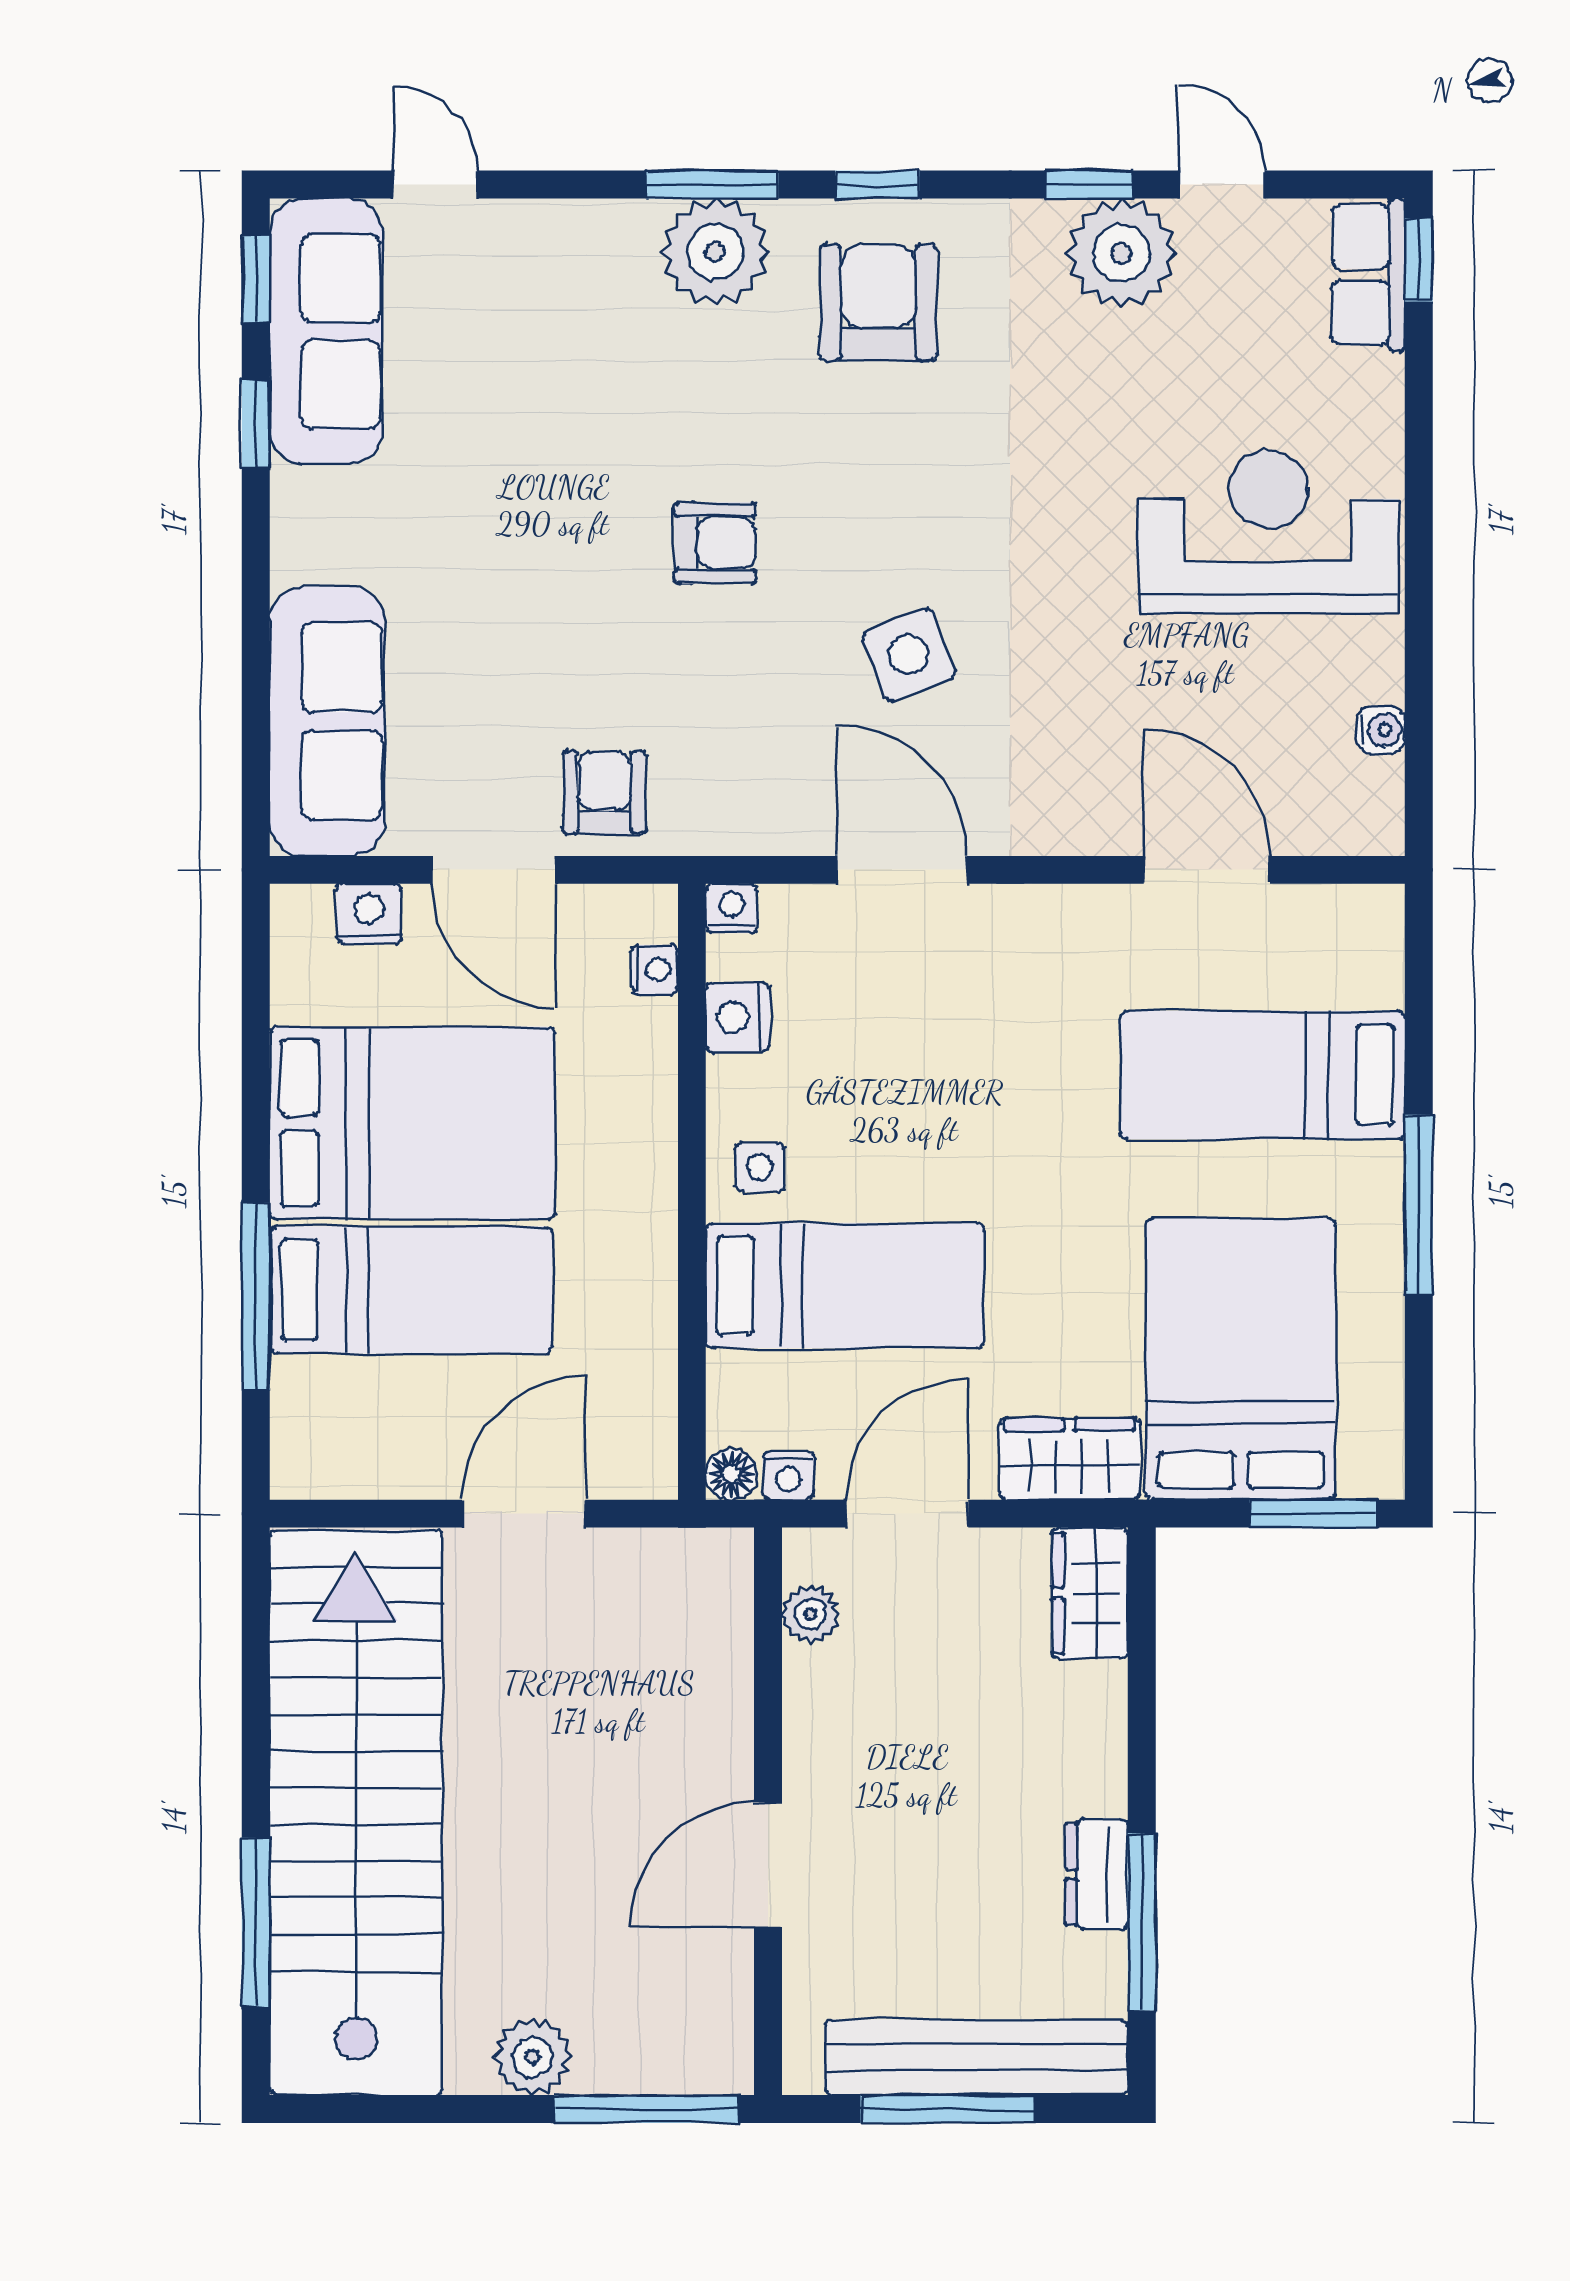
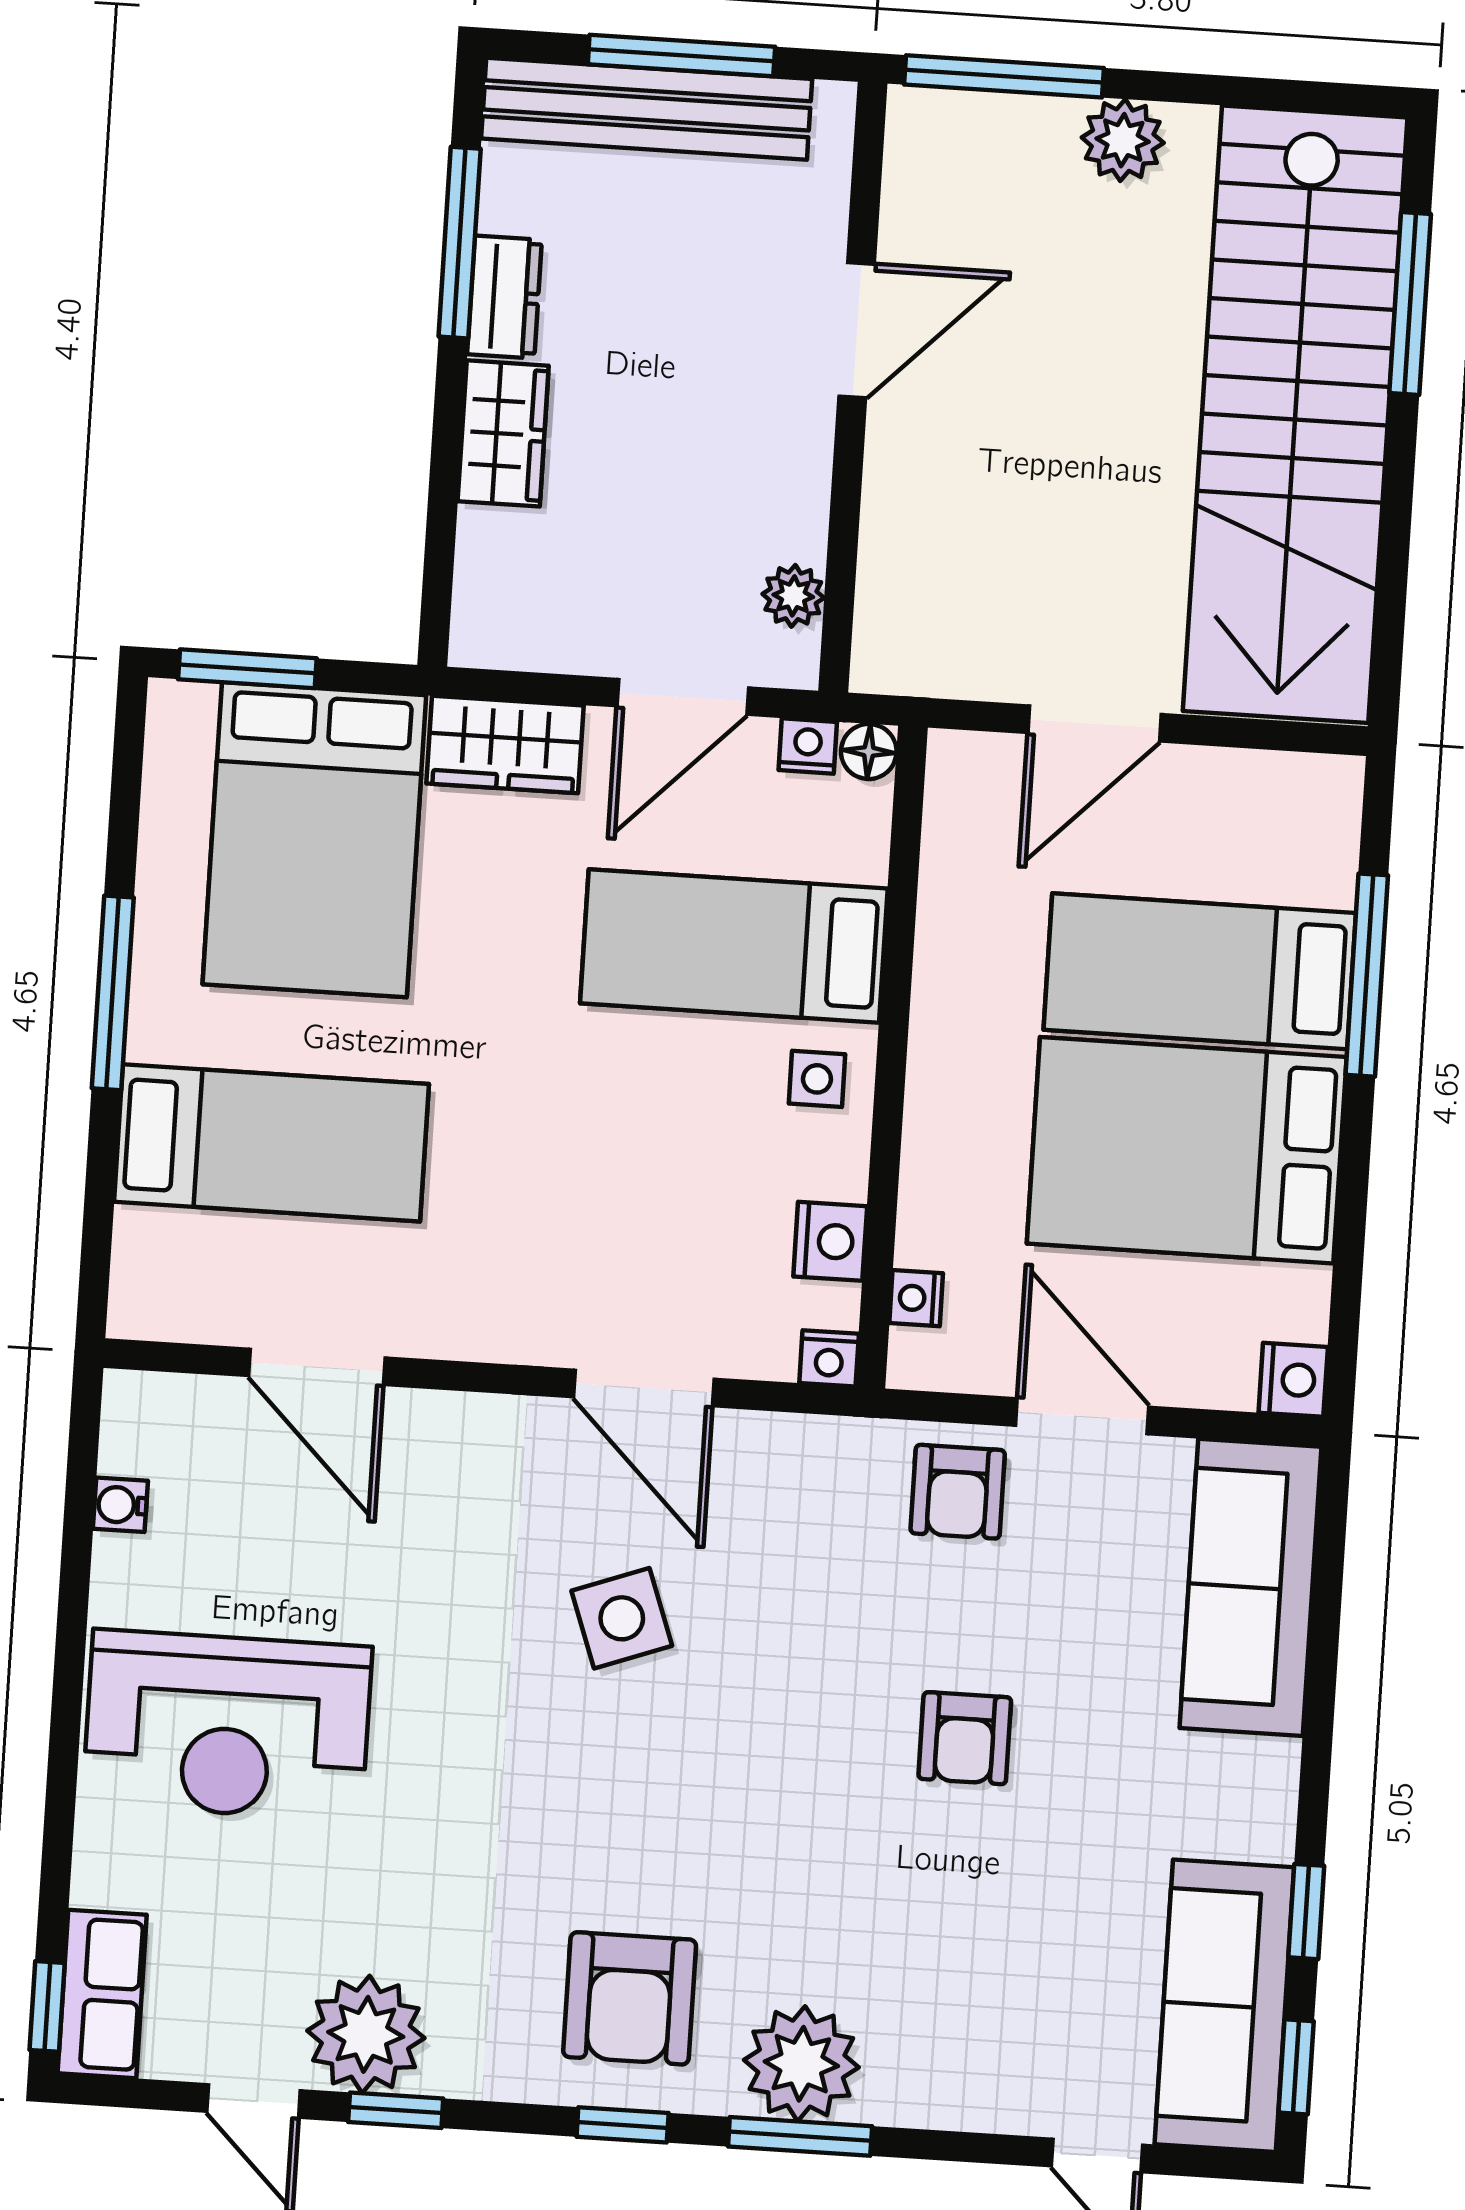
armchair: (715, 543) -> (965, 1738), moved, turned -90
nightstand: (369, 914) -> (1293, 1380), moved, turned -90
wardrobe: (1090, 1593) -> (503, 433), moved

